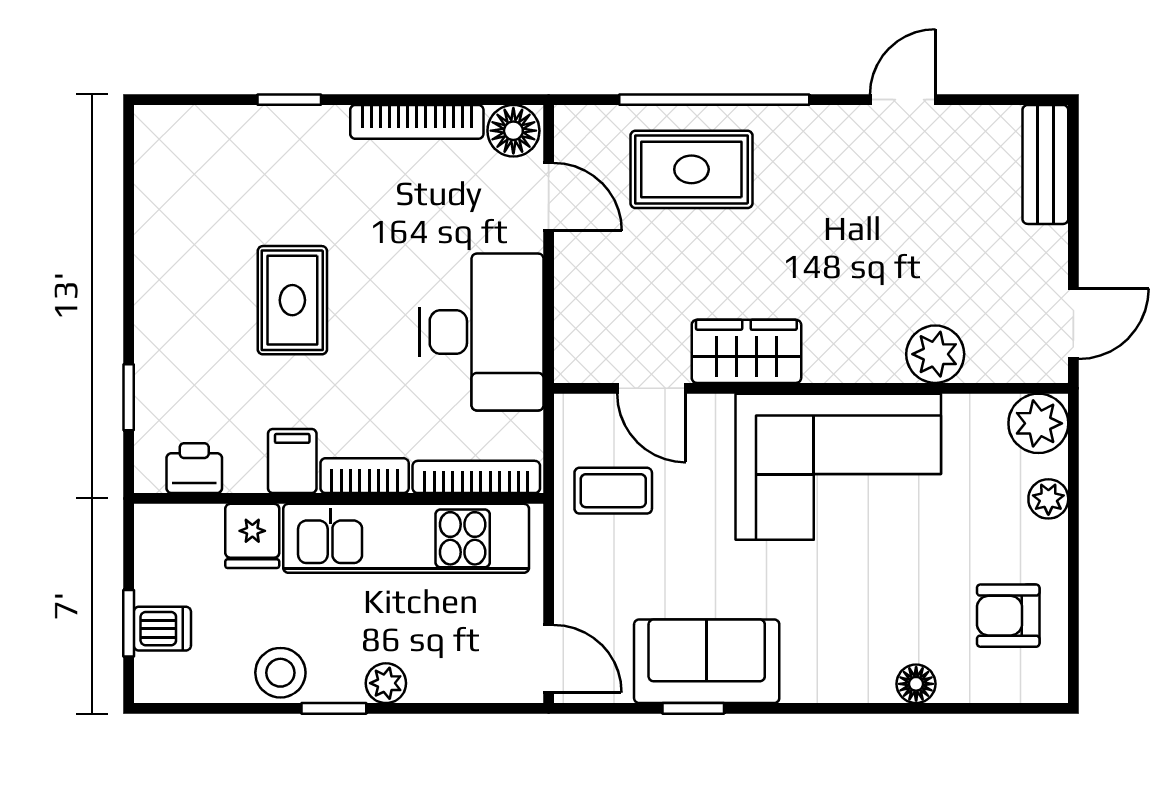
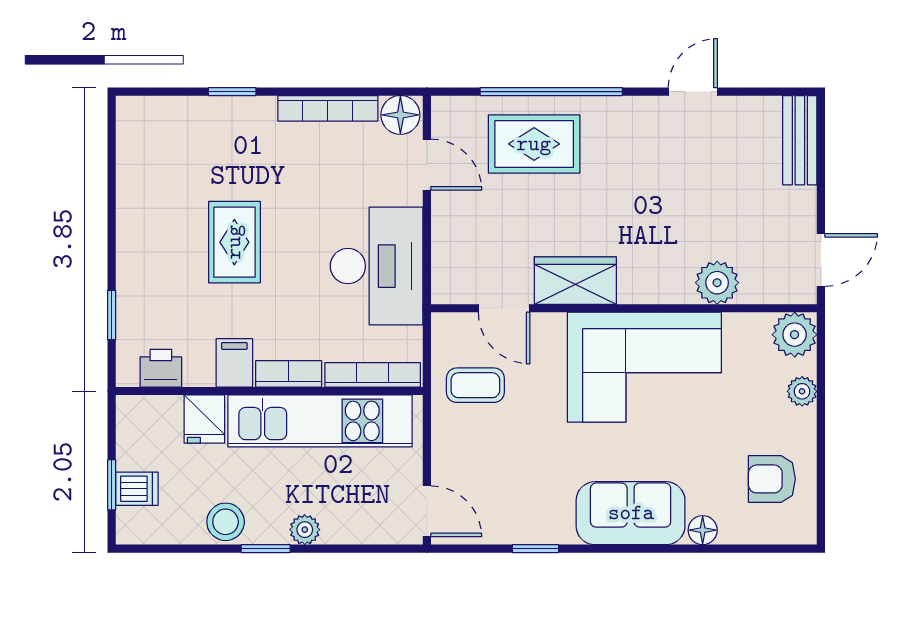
sofa: (707, 661) -> (631, 513), moved

